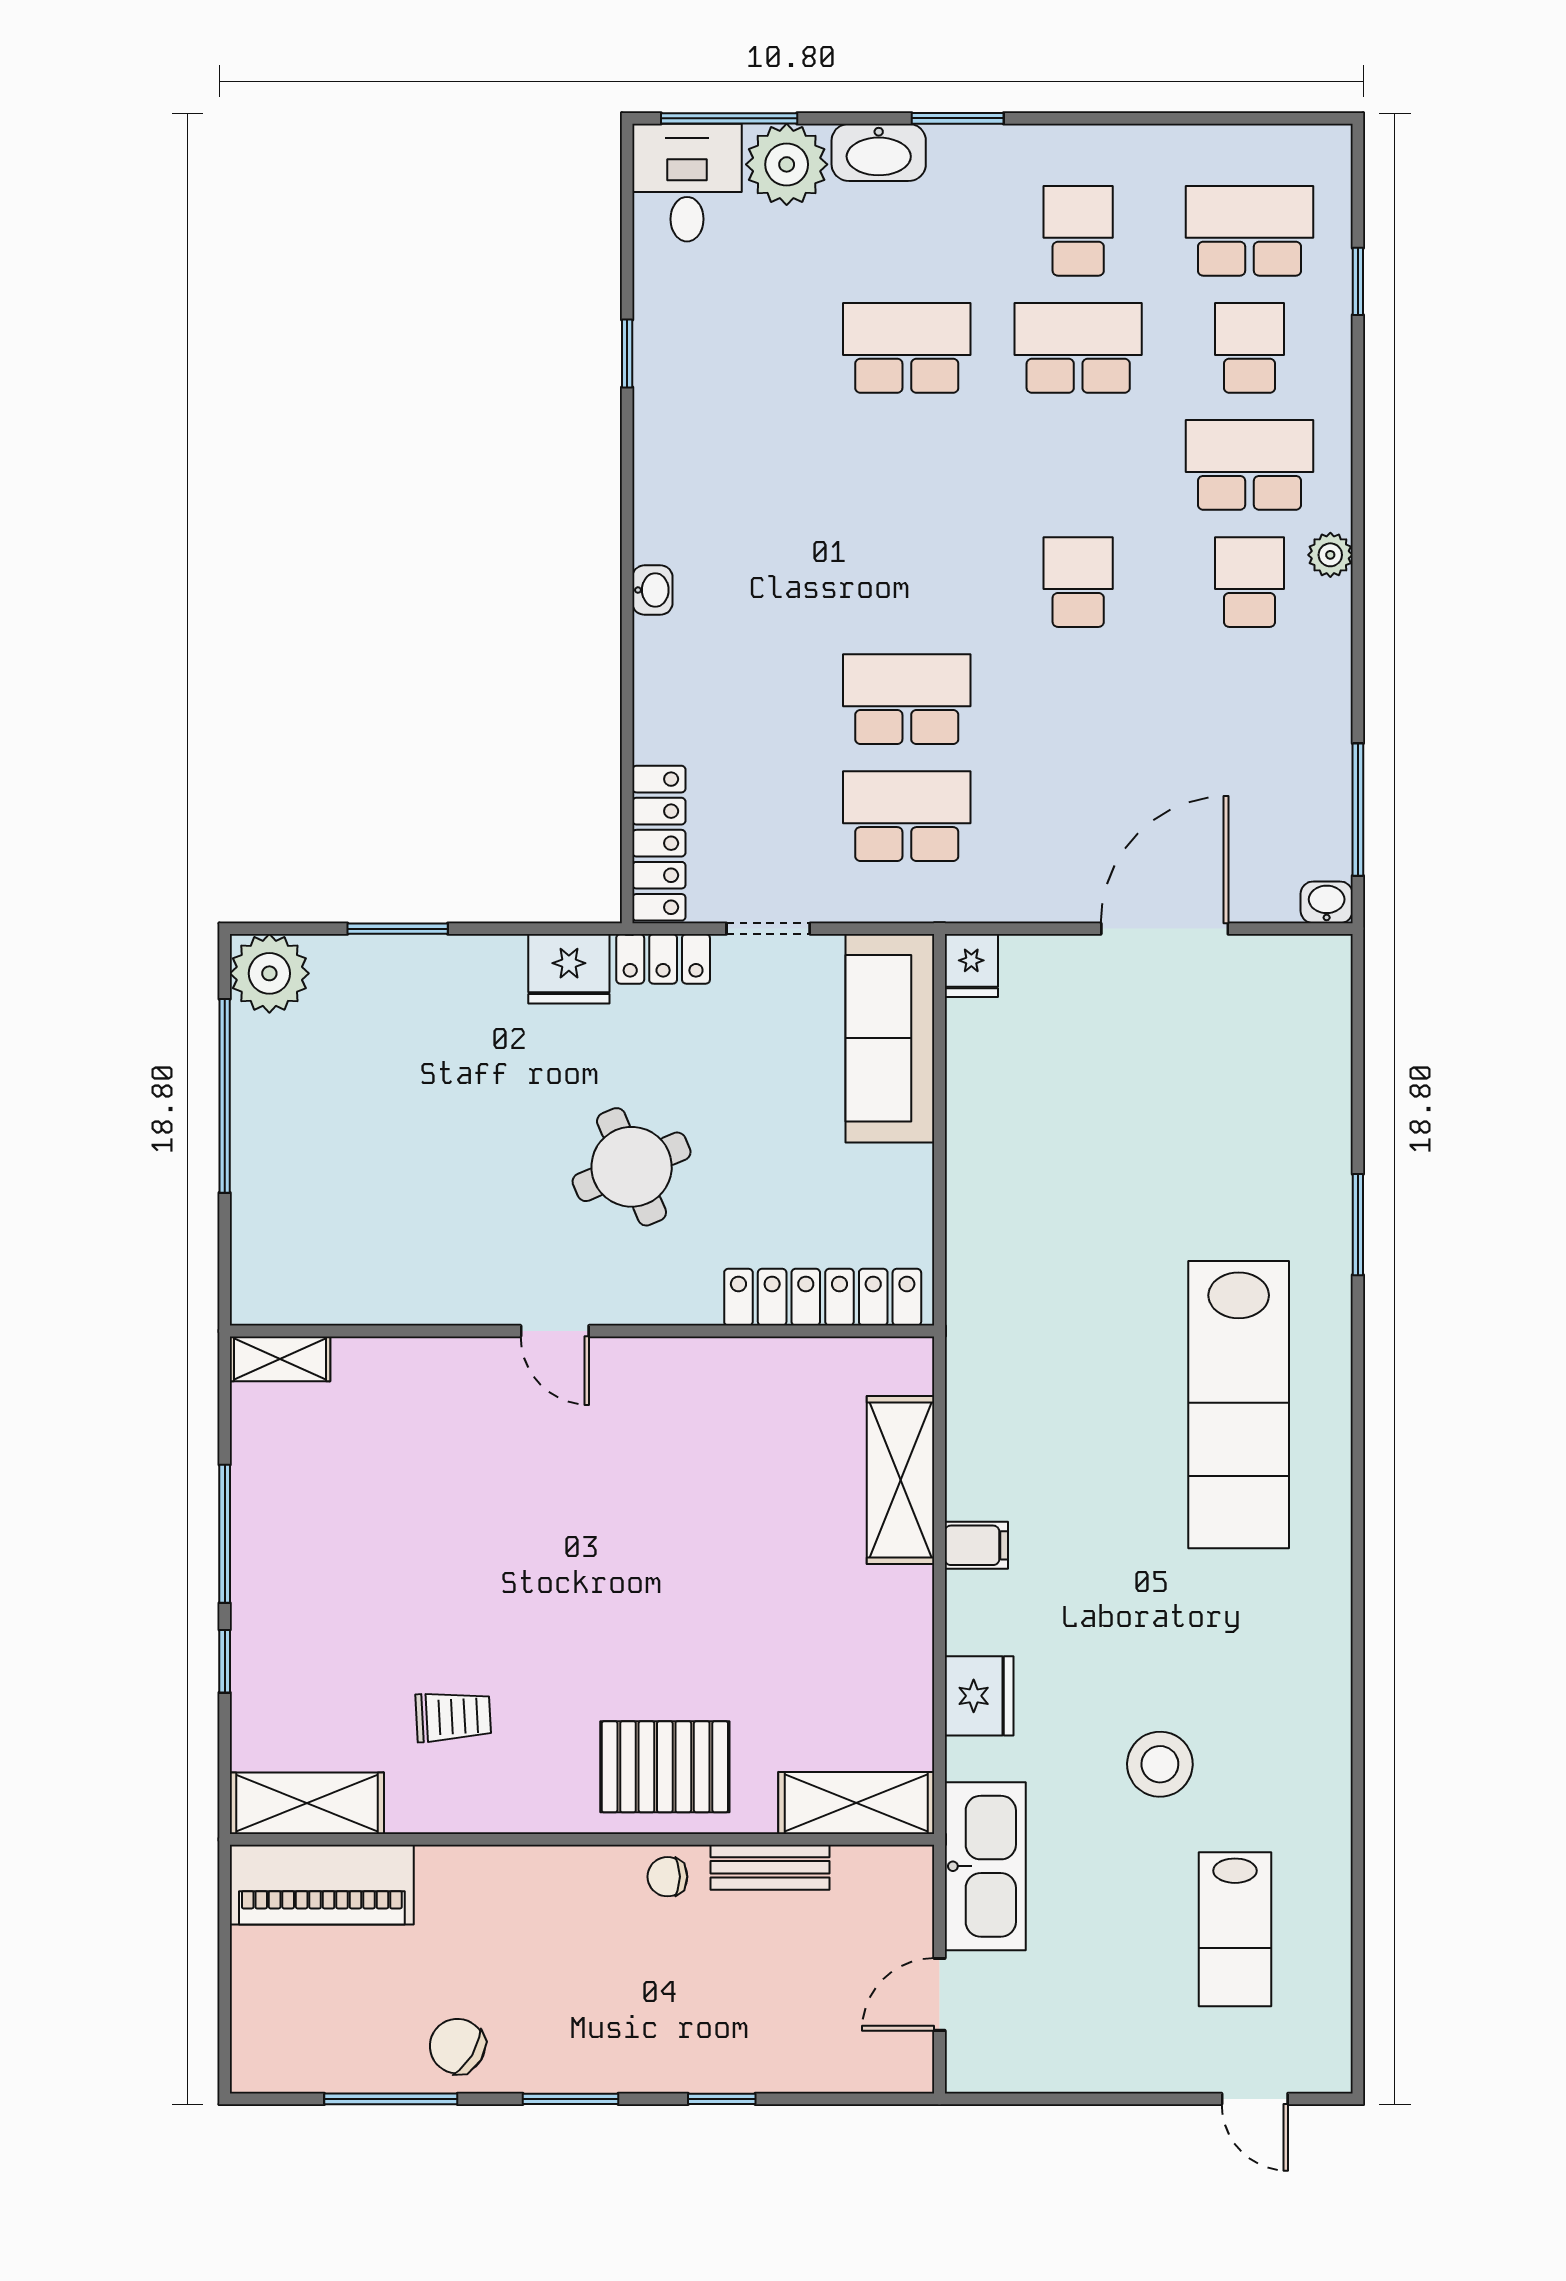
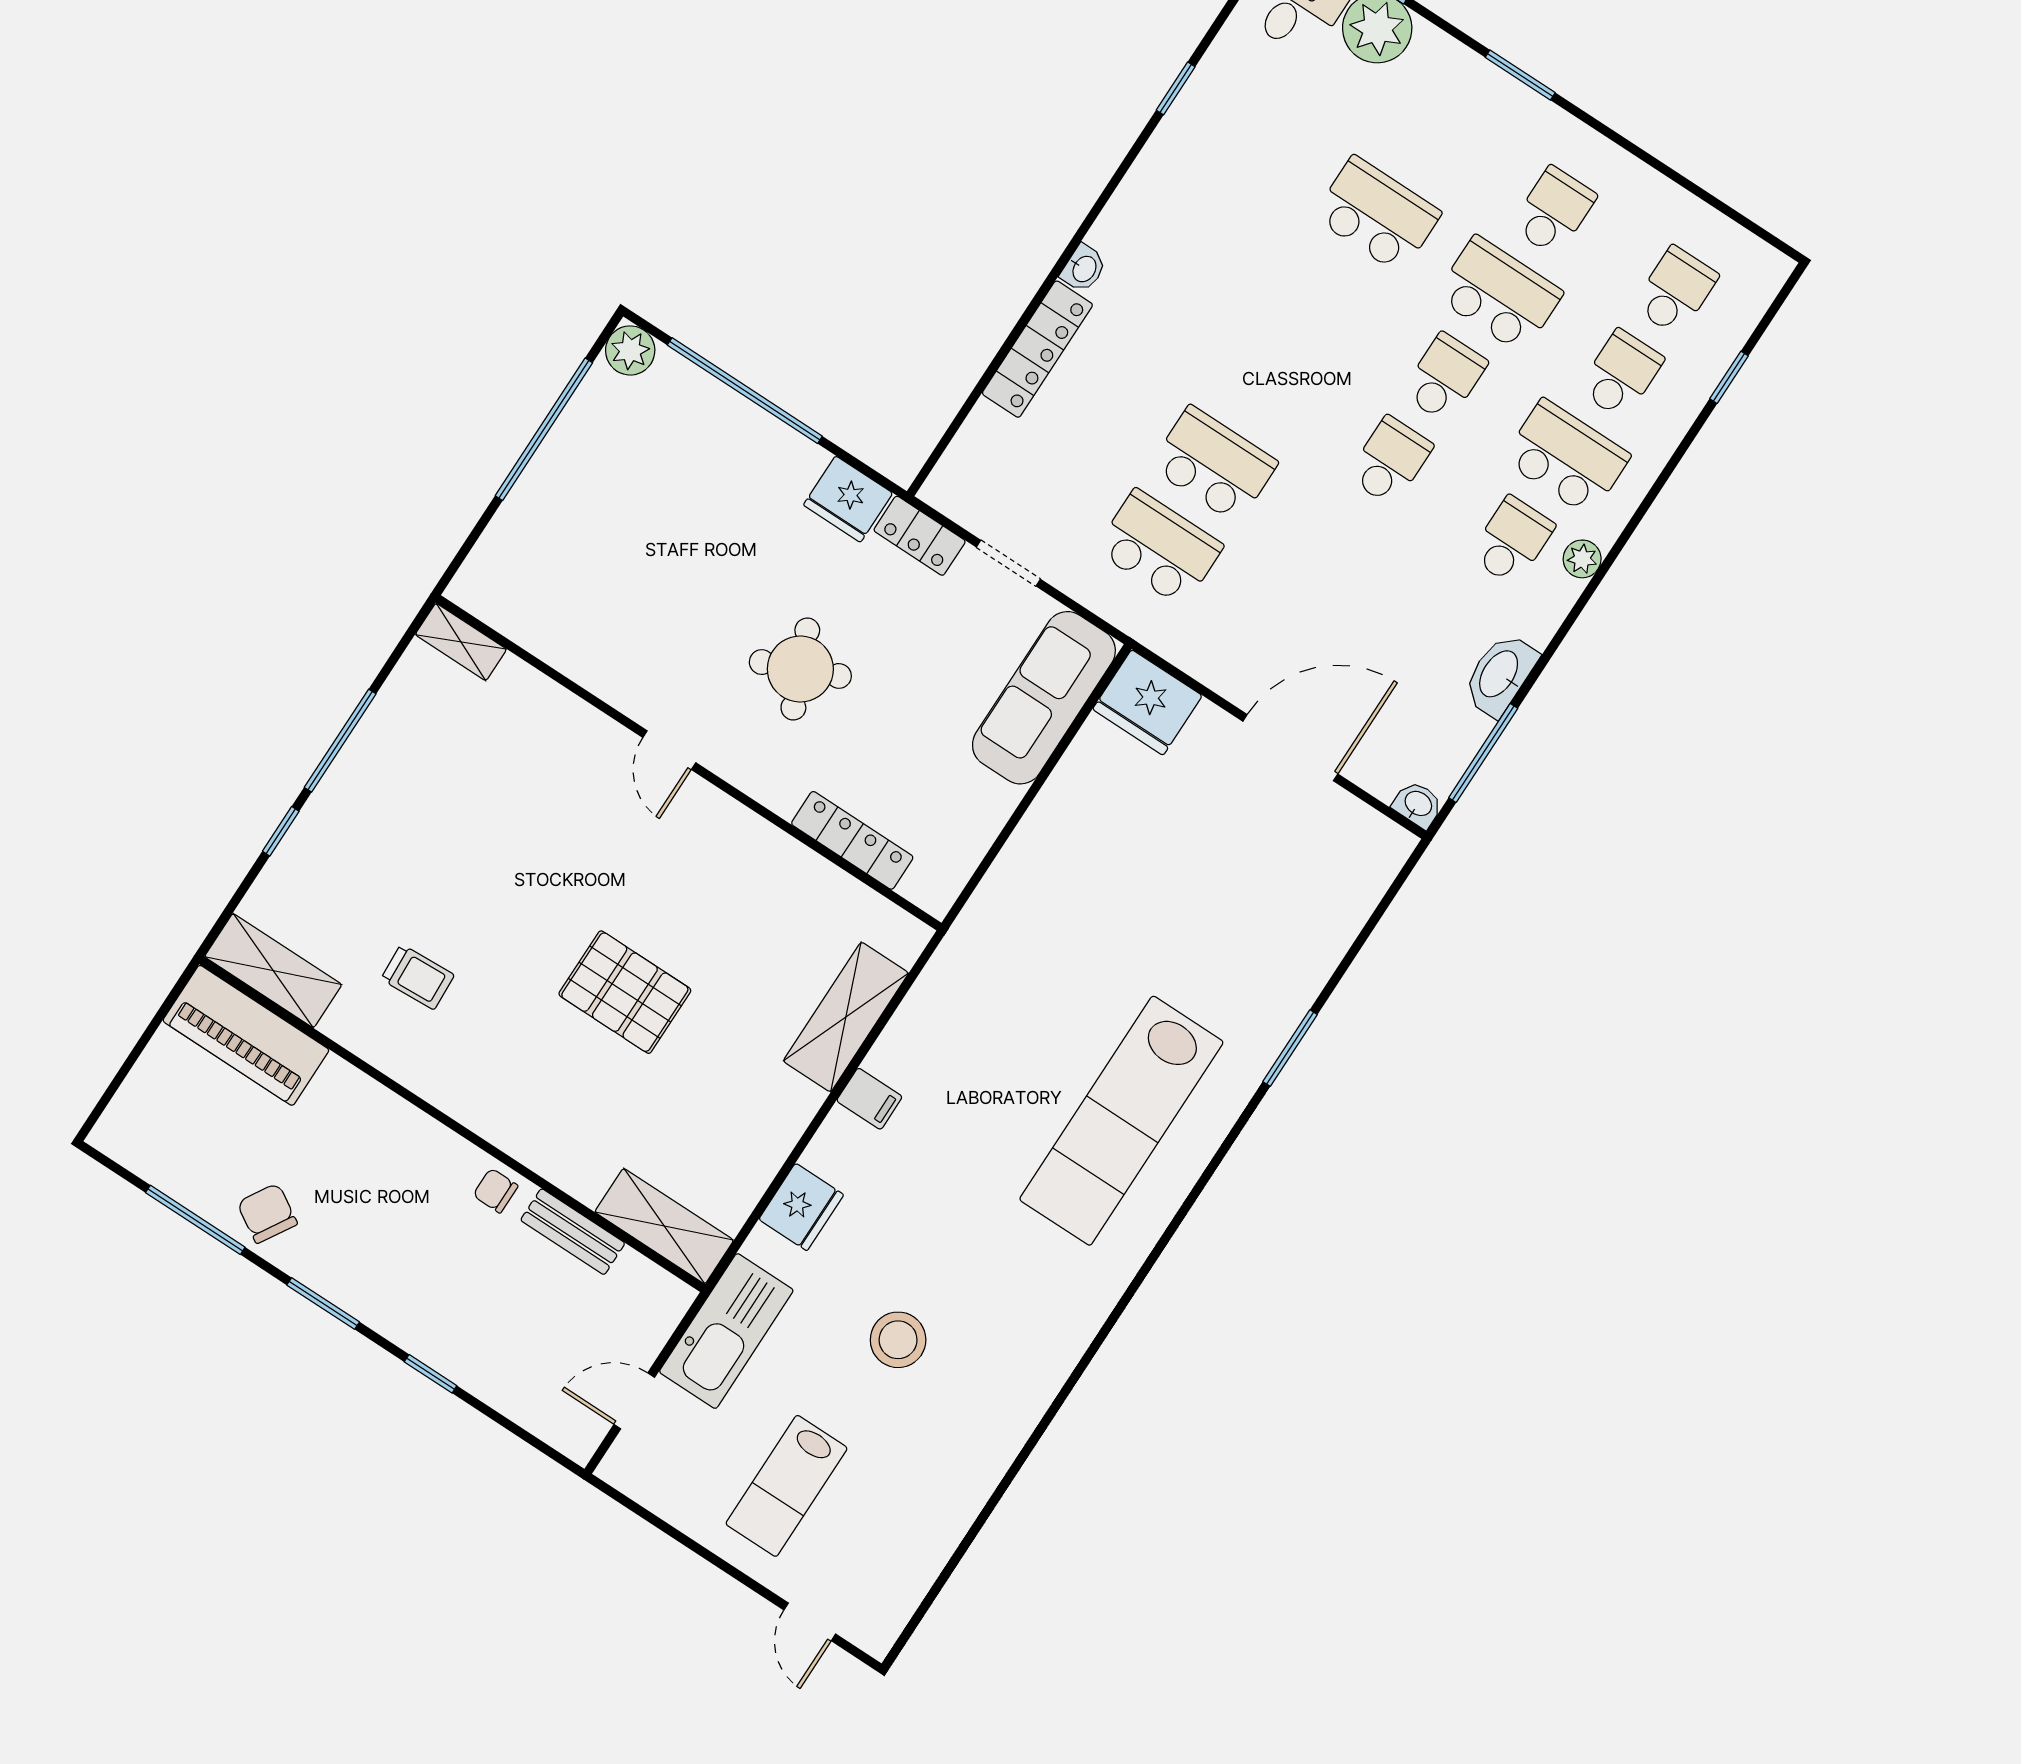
washbasin: (879, 152) -> (1500, 675), moved, turned 90
school desk: (1250, 231) -> (1675, 291), width x0.54
school desk: (1078, 465) -> (1445, 378), added
locker: (659, 843) -> (1037, 349), moved
window: (398, 929) -> (745, 391), width x2.11
fridge: (971, 965) -> (1147, 702), width x1.88, depth x1.34
plant: (269, 973) -> (630, 350), width x0.73, depth x0.73
locker: (823, 1297) -> (852, 840), width x0.71, depth x0.83
pallet: (665, 1767) -> (625, 992), moved
lab bench: (1235, 1929) -> (786, 1486), moved

